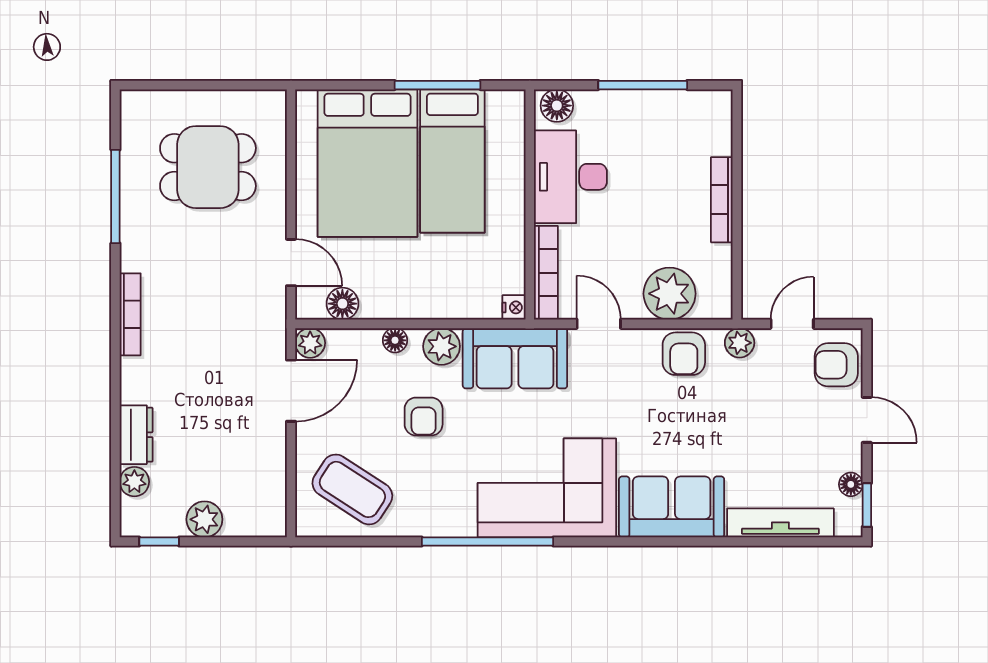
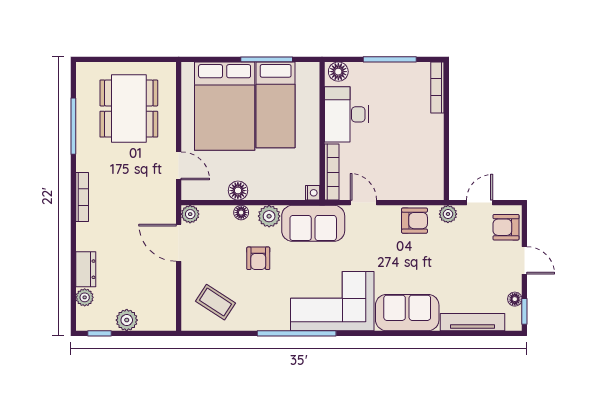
dining table: (208, 167) -> (129, 109), width x1.38
bookcase: (722, 200) -> (437, 87), moved
plant: (670, 294) -> (406, 184), removed
floor lamp: (342, 304) -> (238, 191), moved
armchair: (684, 354) -> (415, 221), turned -90
door: (291, 391) -> (179, 243), swing flipped
coffee table: (352, 489) -> (216, 302), width x0.73, depth x0.77

